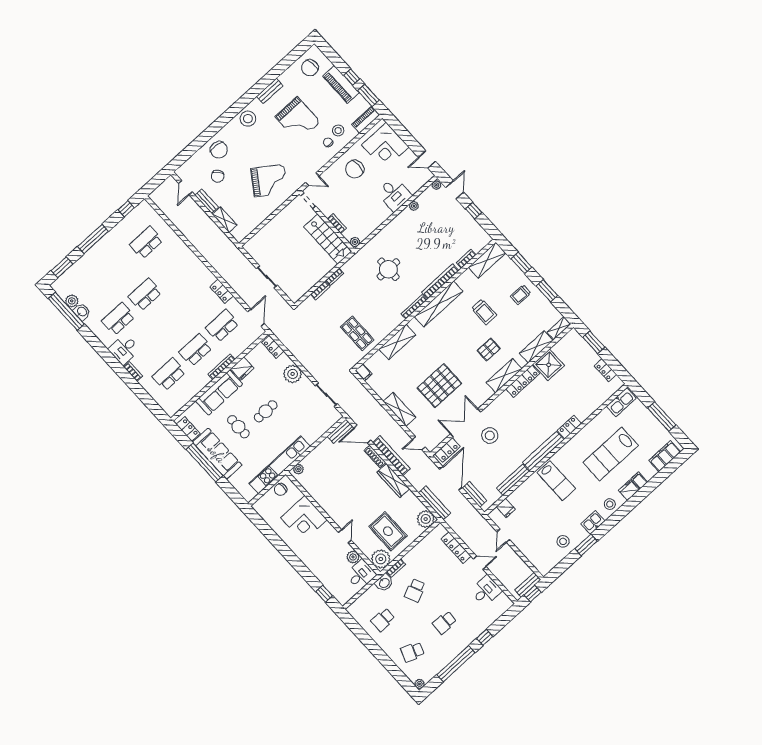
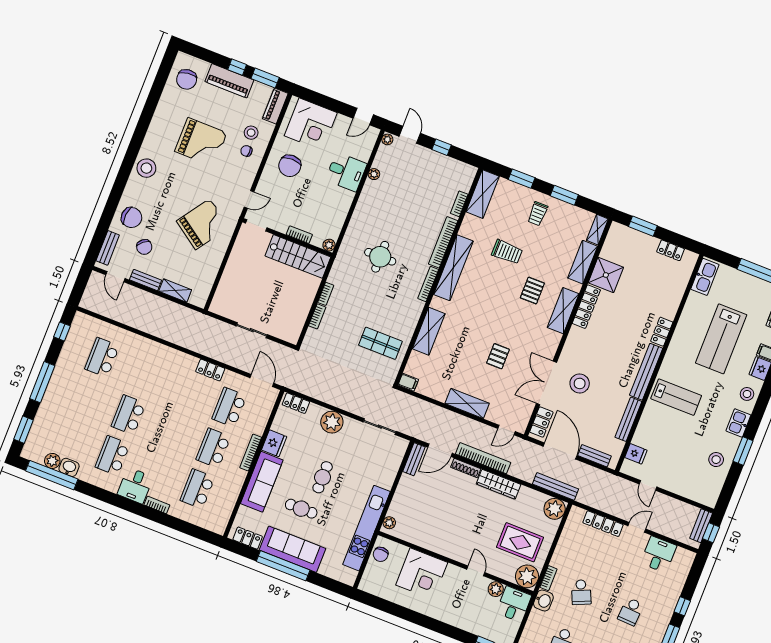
bench: (270, 91) -> (108, 248), moved
pallet: (439, 386) -> (498, 356), width x0.49, depth x0.50

